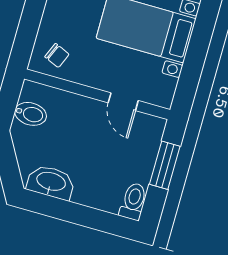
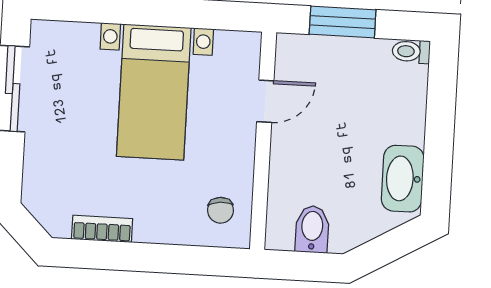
chair: (57, 55) -> (221, 210), turned 152
toilet: (133, 201) -> (411, 51), width x0.73, depth x0.72

